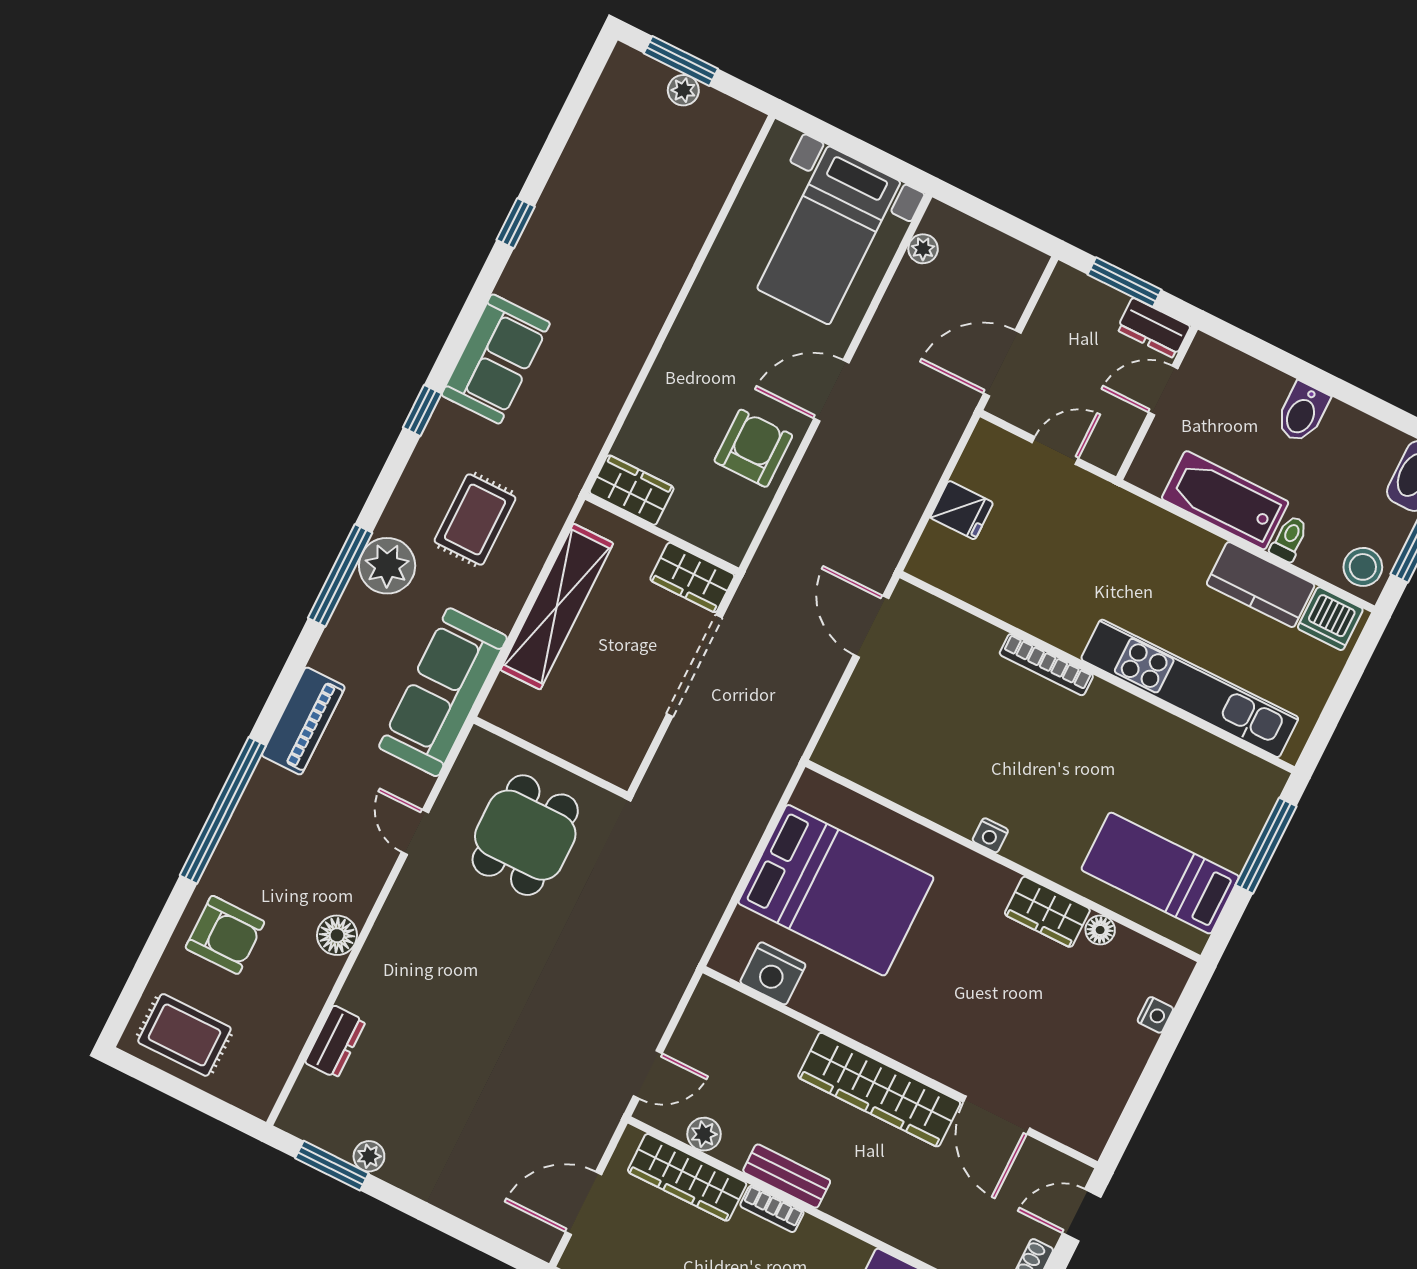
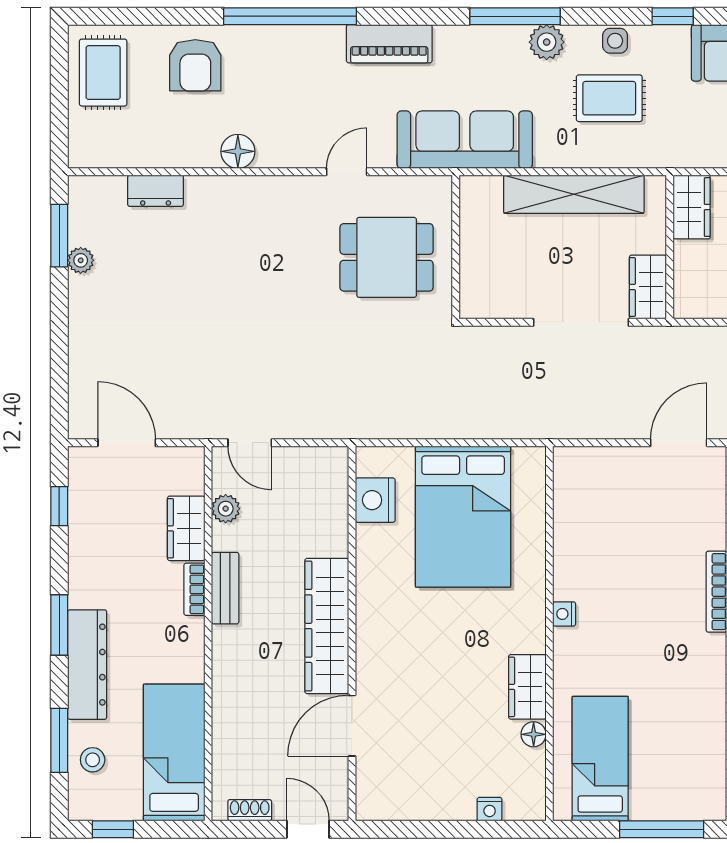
side table: (418, 484) -> (615, 41), added
plant: (387, 566) -> (547, 42), width x0.73, depth x0.73
wardrobe: (687, 1177) -> (186, 528), width x0.67

